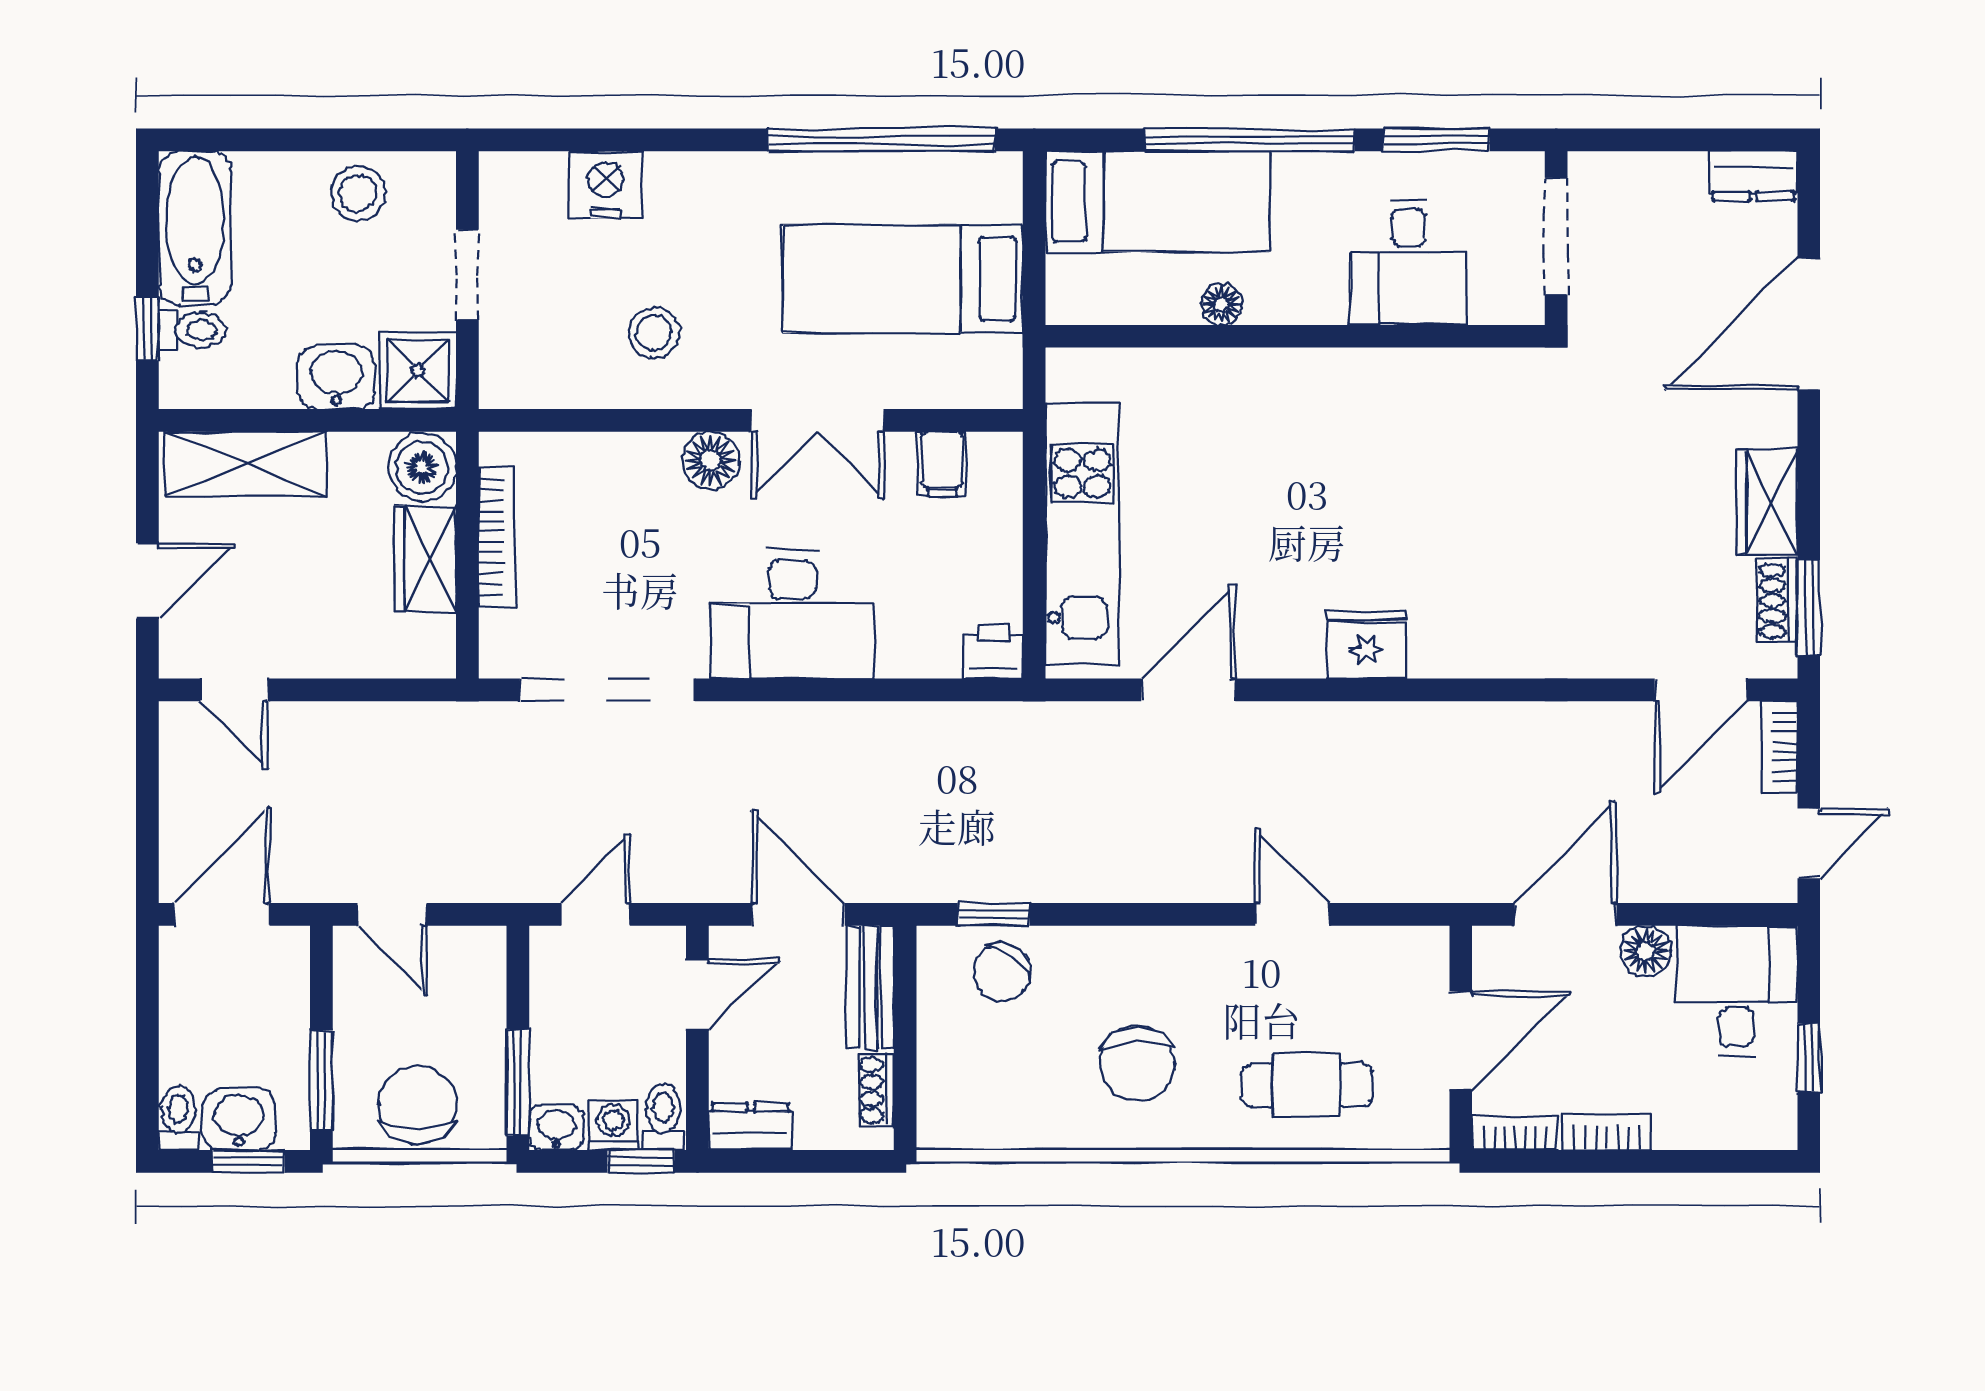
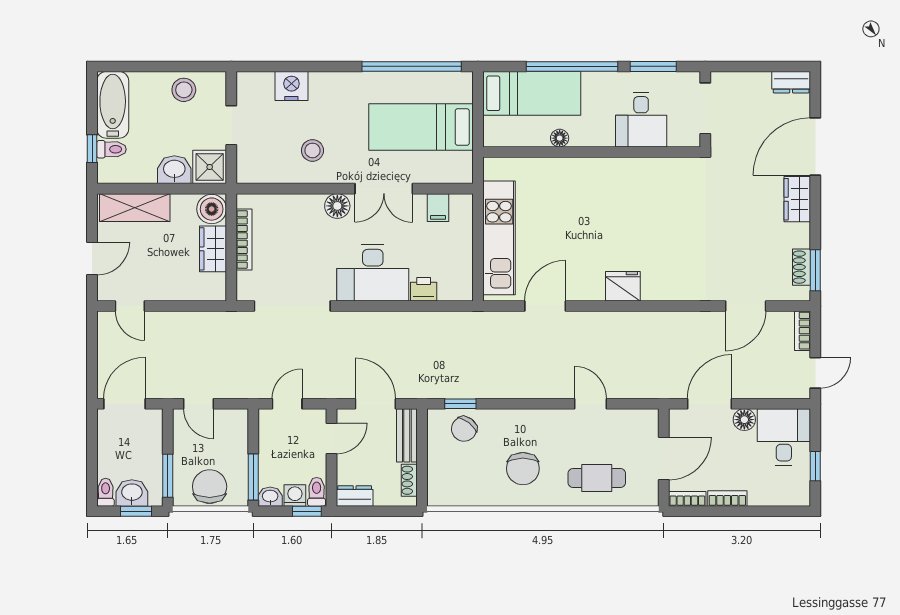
wardrobe: (1767, 502) -> (797, 199), moved
printer: (993, 652) -> (424, 289), moved
door: (1701, 690) -> (746, 306), moved

